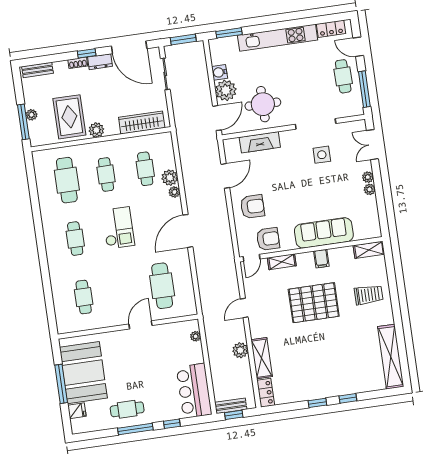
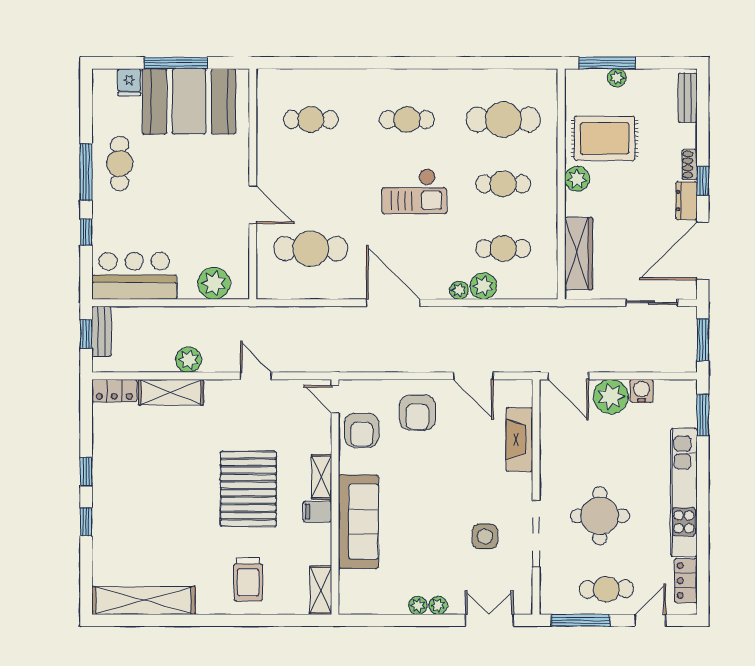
round table: (263, 104) -> (600, 516), moved
shelving: (282, 262) -> (322, 477), moved
plant: (196, 336) -> (214, 283), width x1.88, depth x1.88

